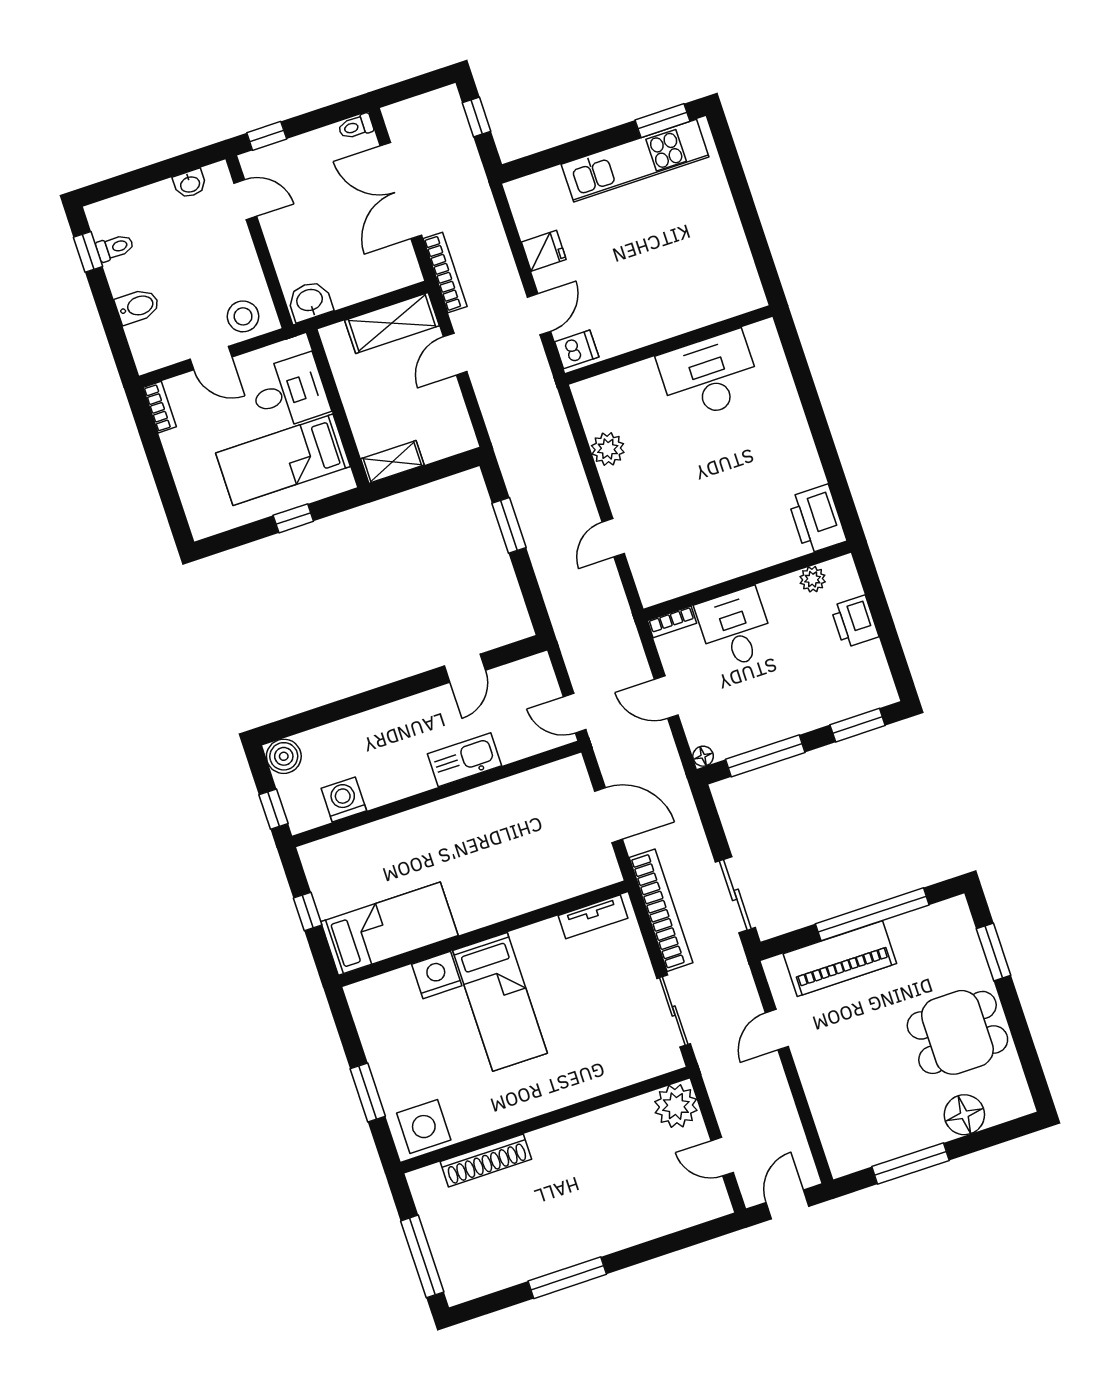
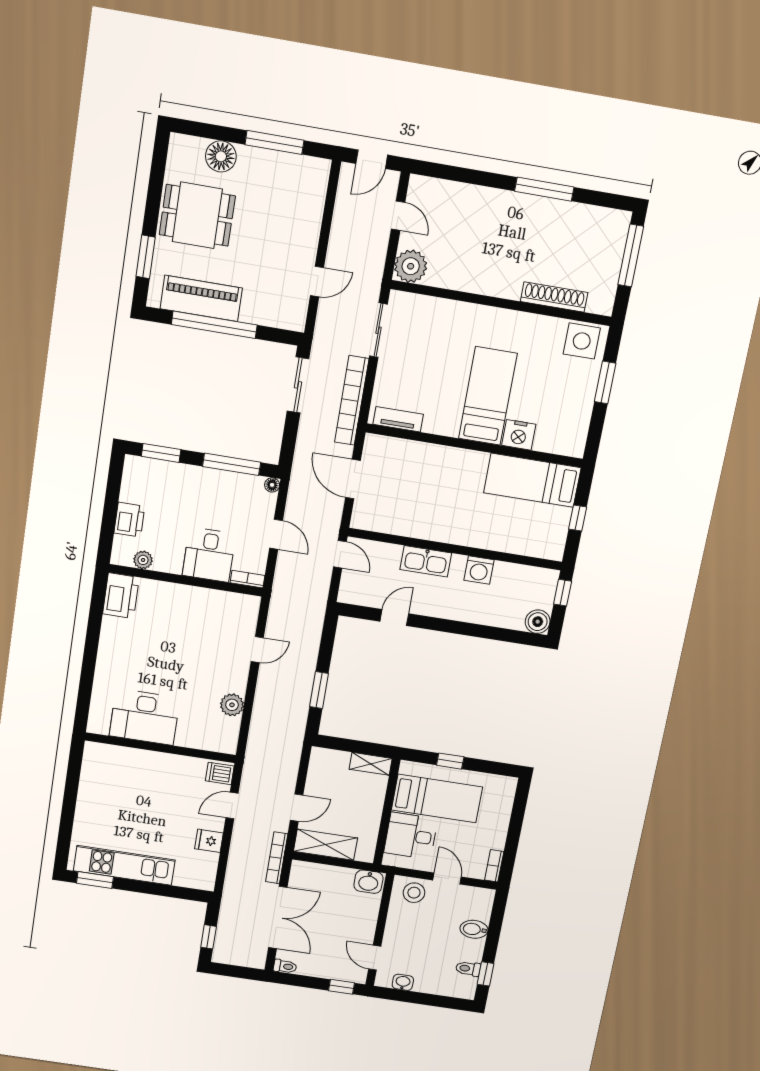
washing machine: (344, 799) -> (479, 570), moved
piano: (840, 959) -> (201, 298), moved

